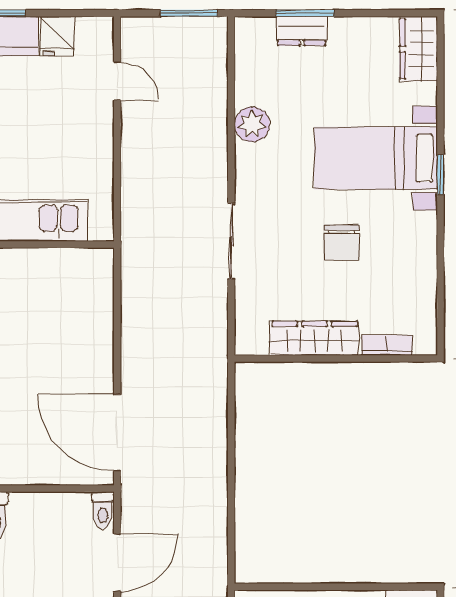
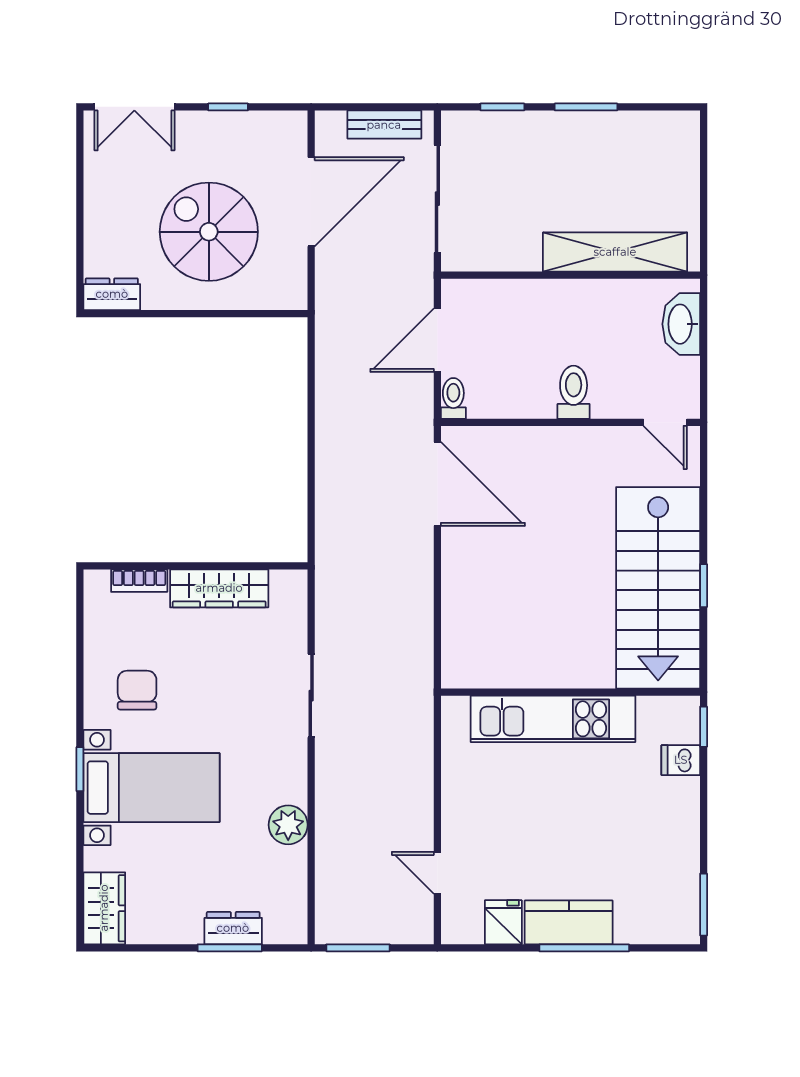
chair: (341, 242) -> (137, 690), moved

